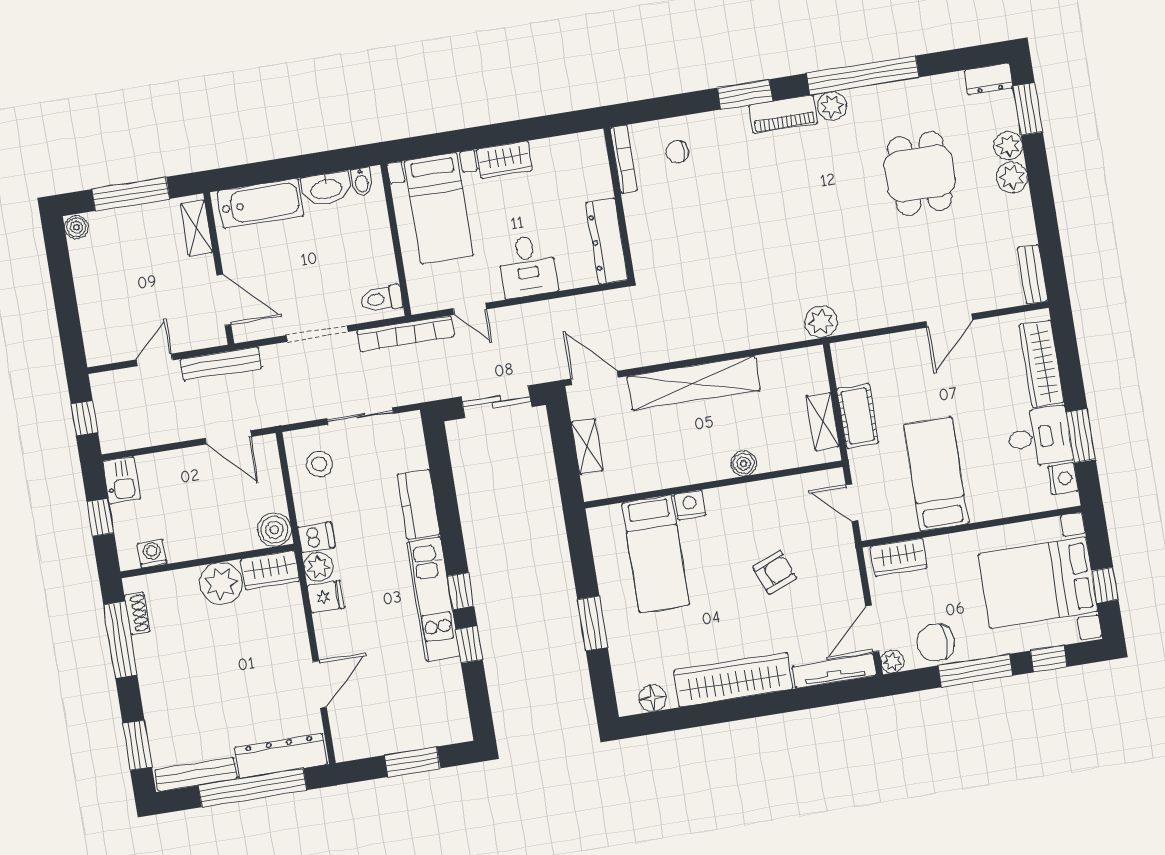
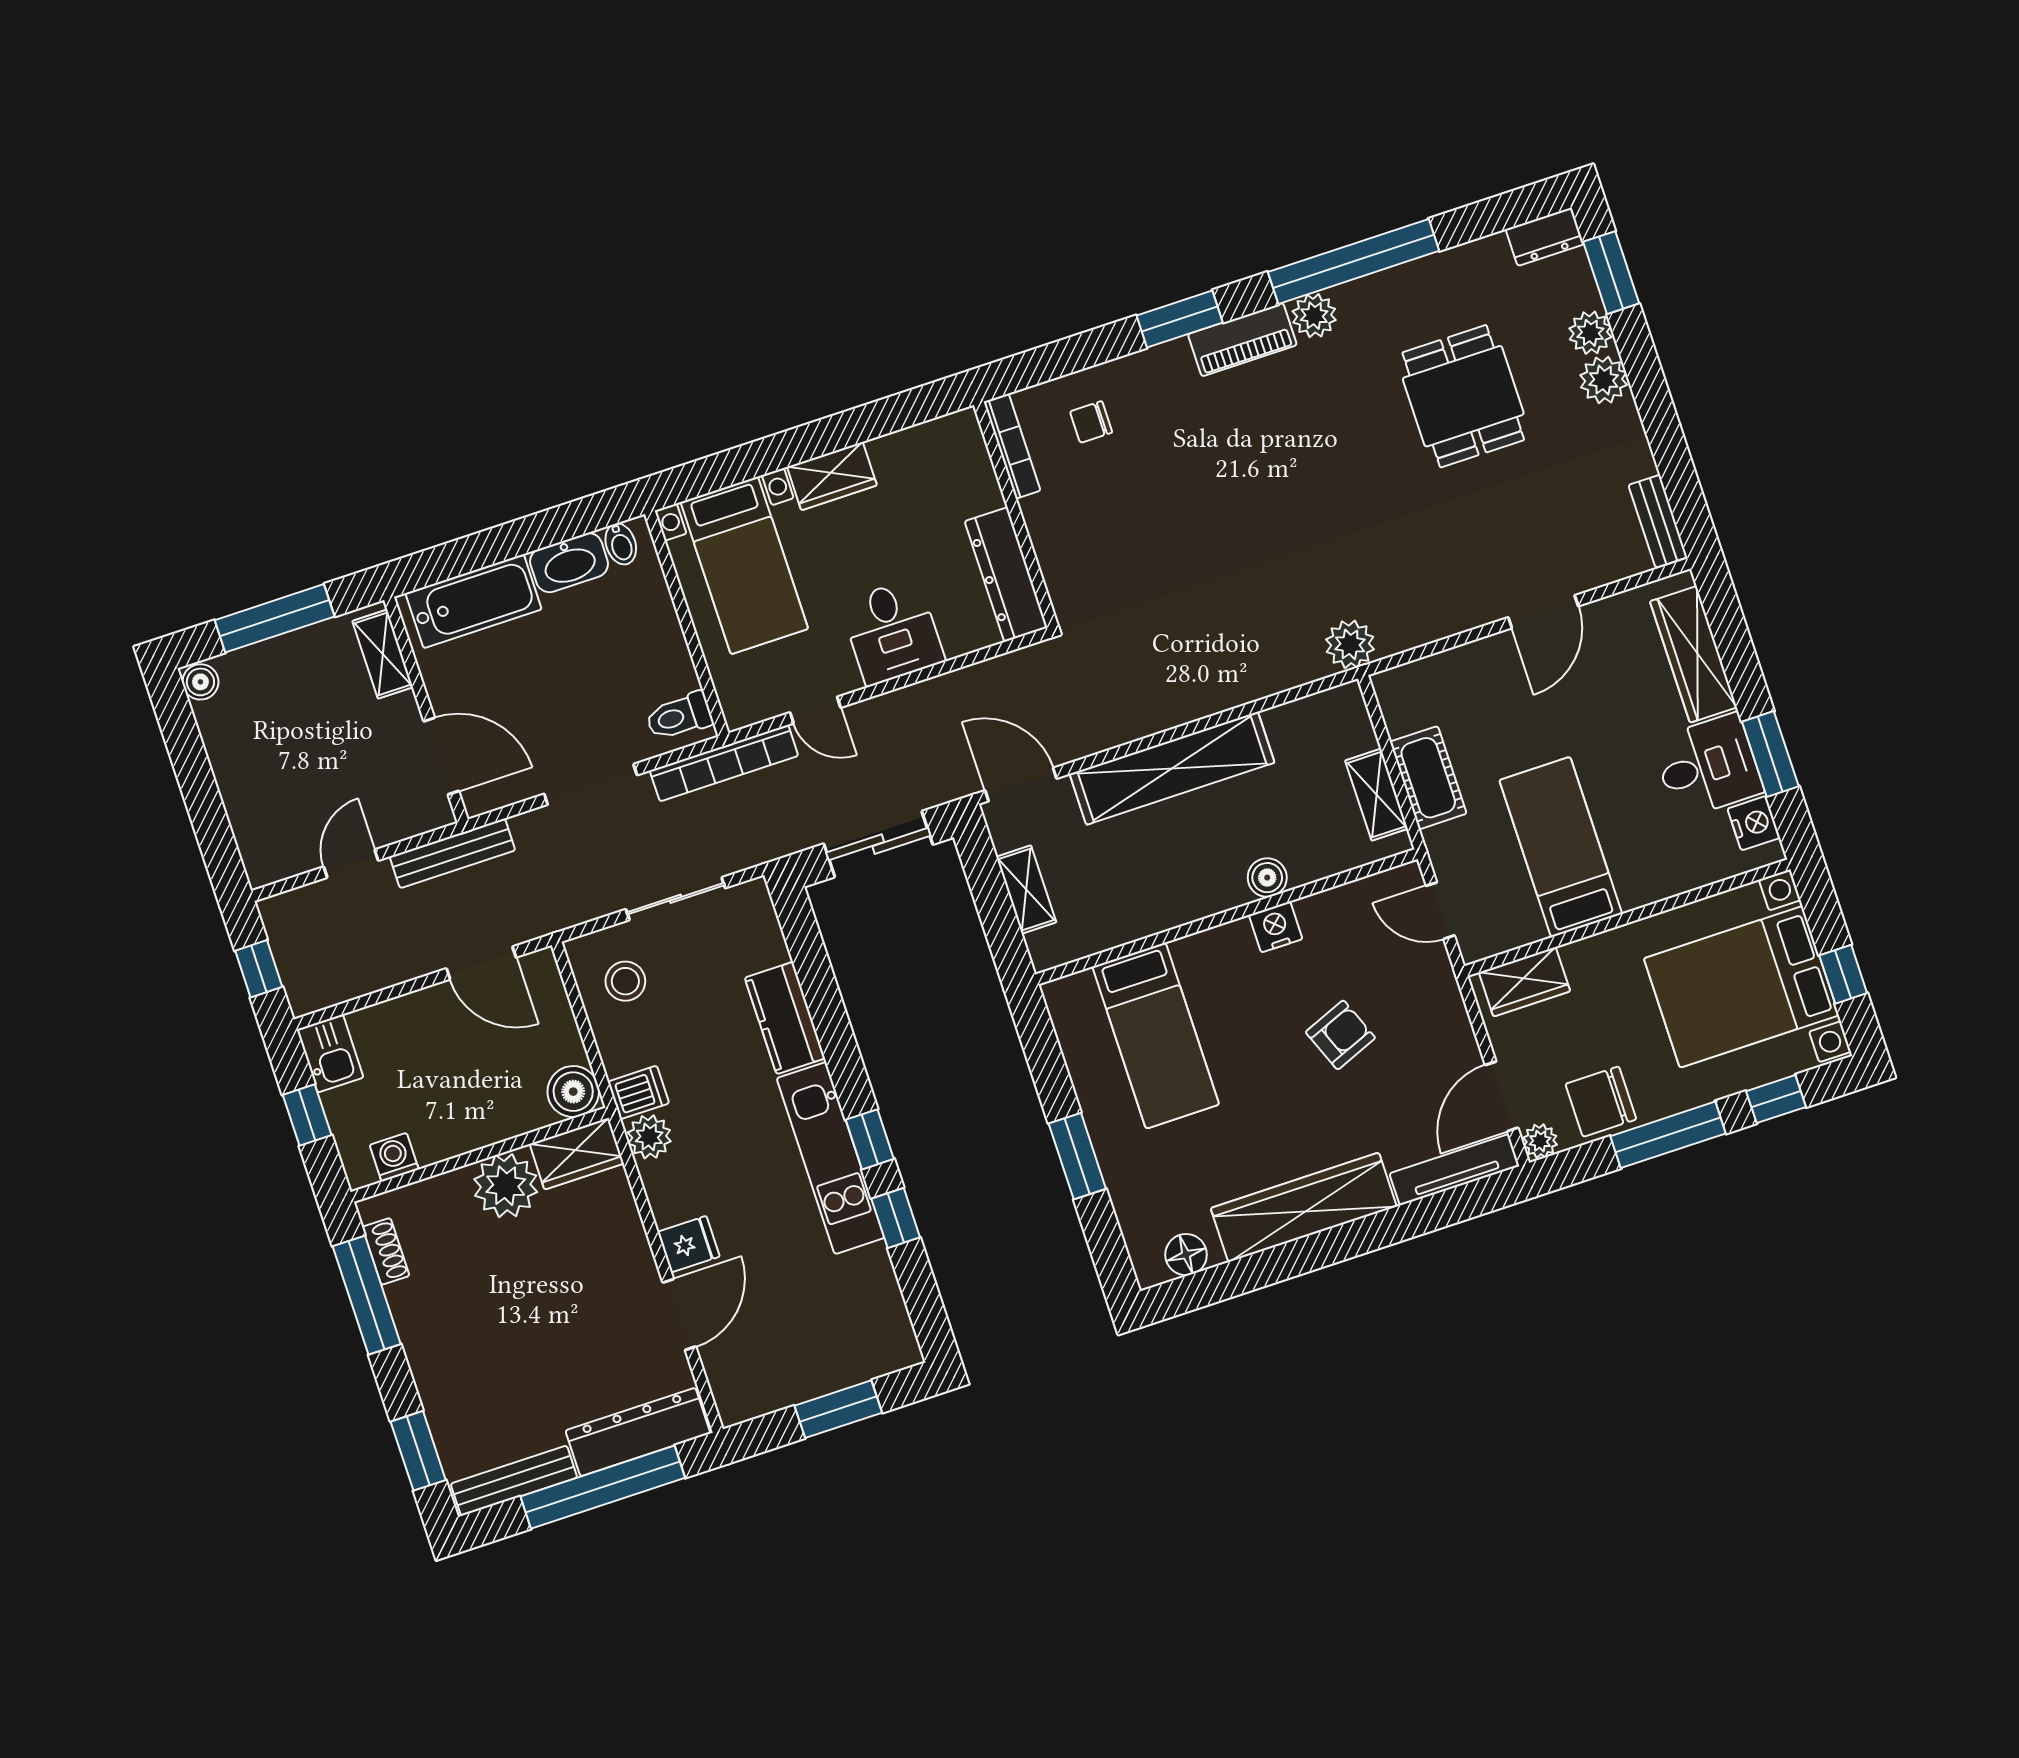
nightstand: (690, 505) -> (1276, 927), moved
fridge: (326, 597) -> (689, 1244), moved

